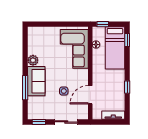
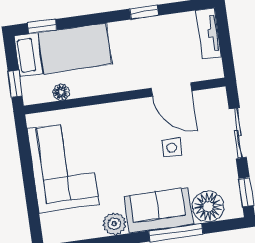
corner sofa: (74, 49) -> (63, 167), moved, turned -90
floor lamp: (35, 104) -> (208, 206), added

